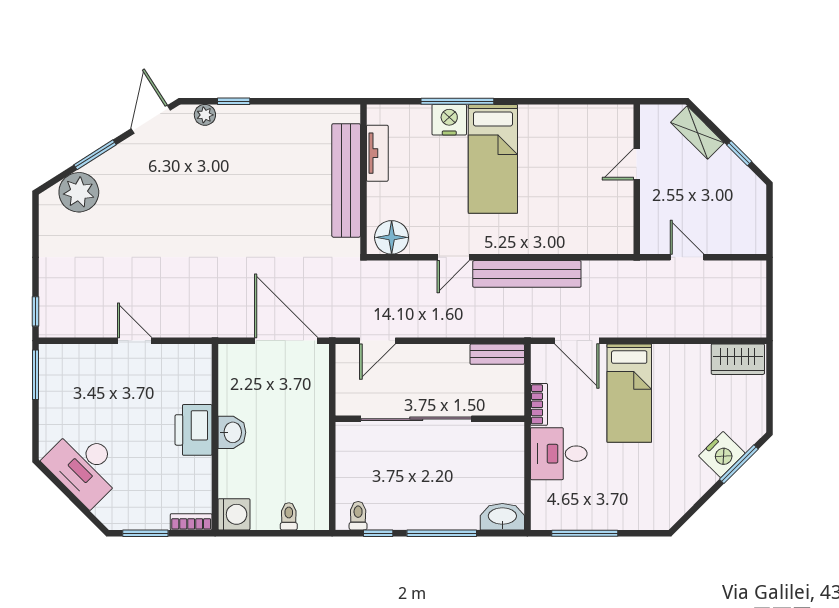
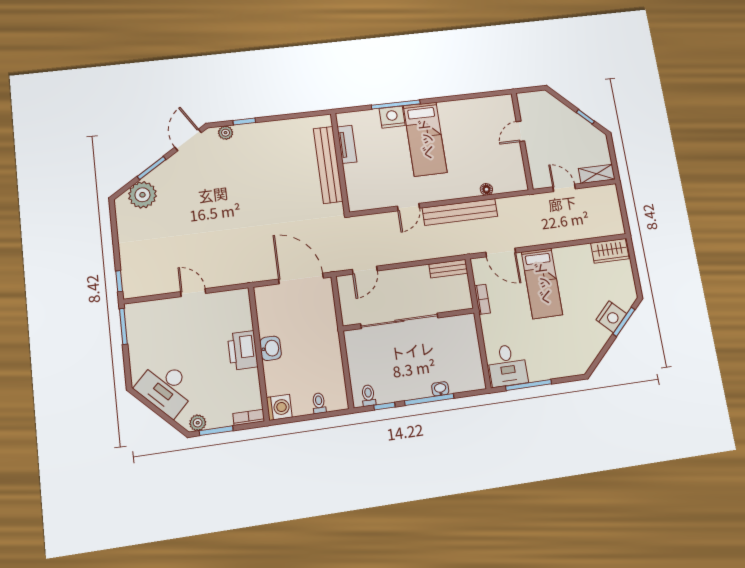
shelving: (697, 133) -> (597, 174), moved, turned -45
floor lamp: (392, 237) -> (486, 189), moved, width x0.53, depth x0.53
desk: (559, 454) -> (507, 365), moved, turned -90
washbasin: (502, 517) -> (440, 389), moved, width x0.52, depth x0.69
plant: (122, 519) -> (198, 423), added

